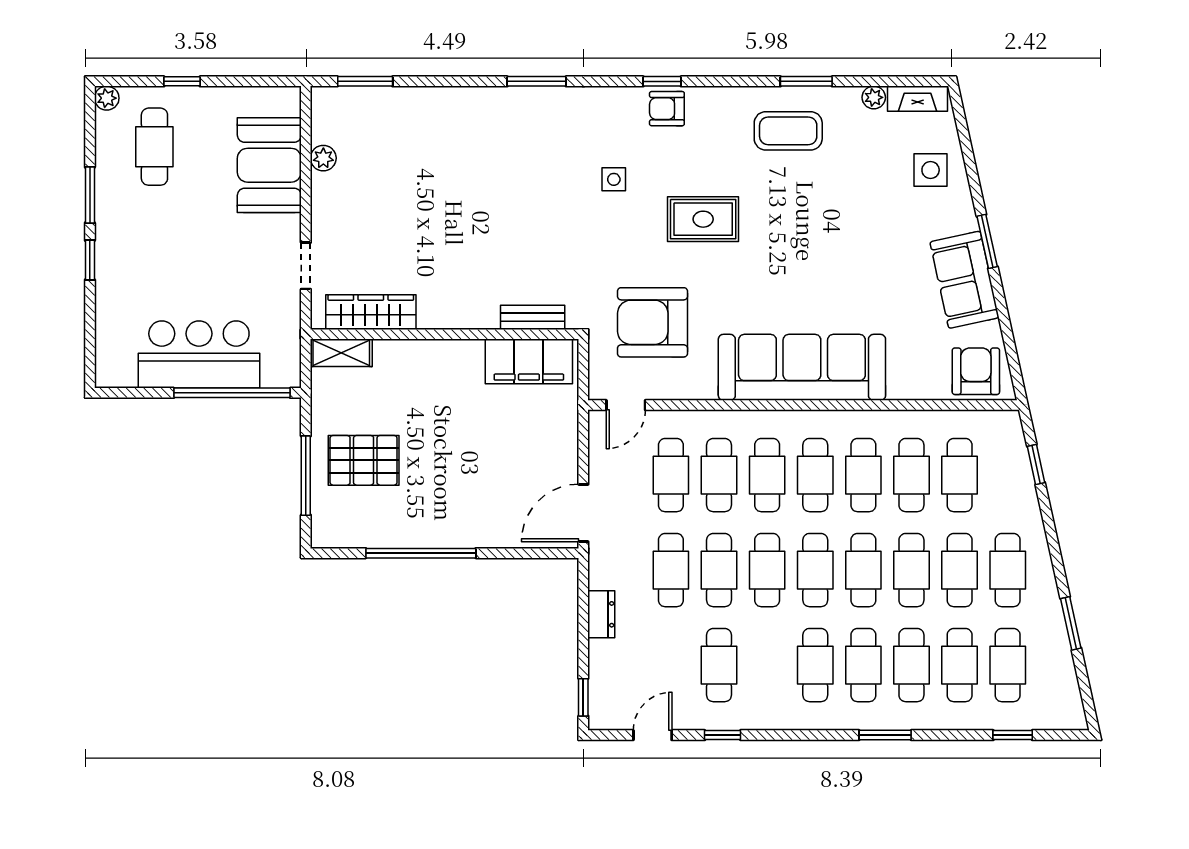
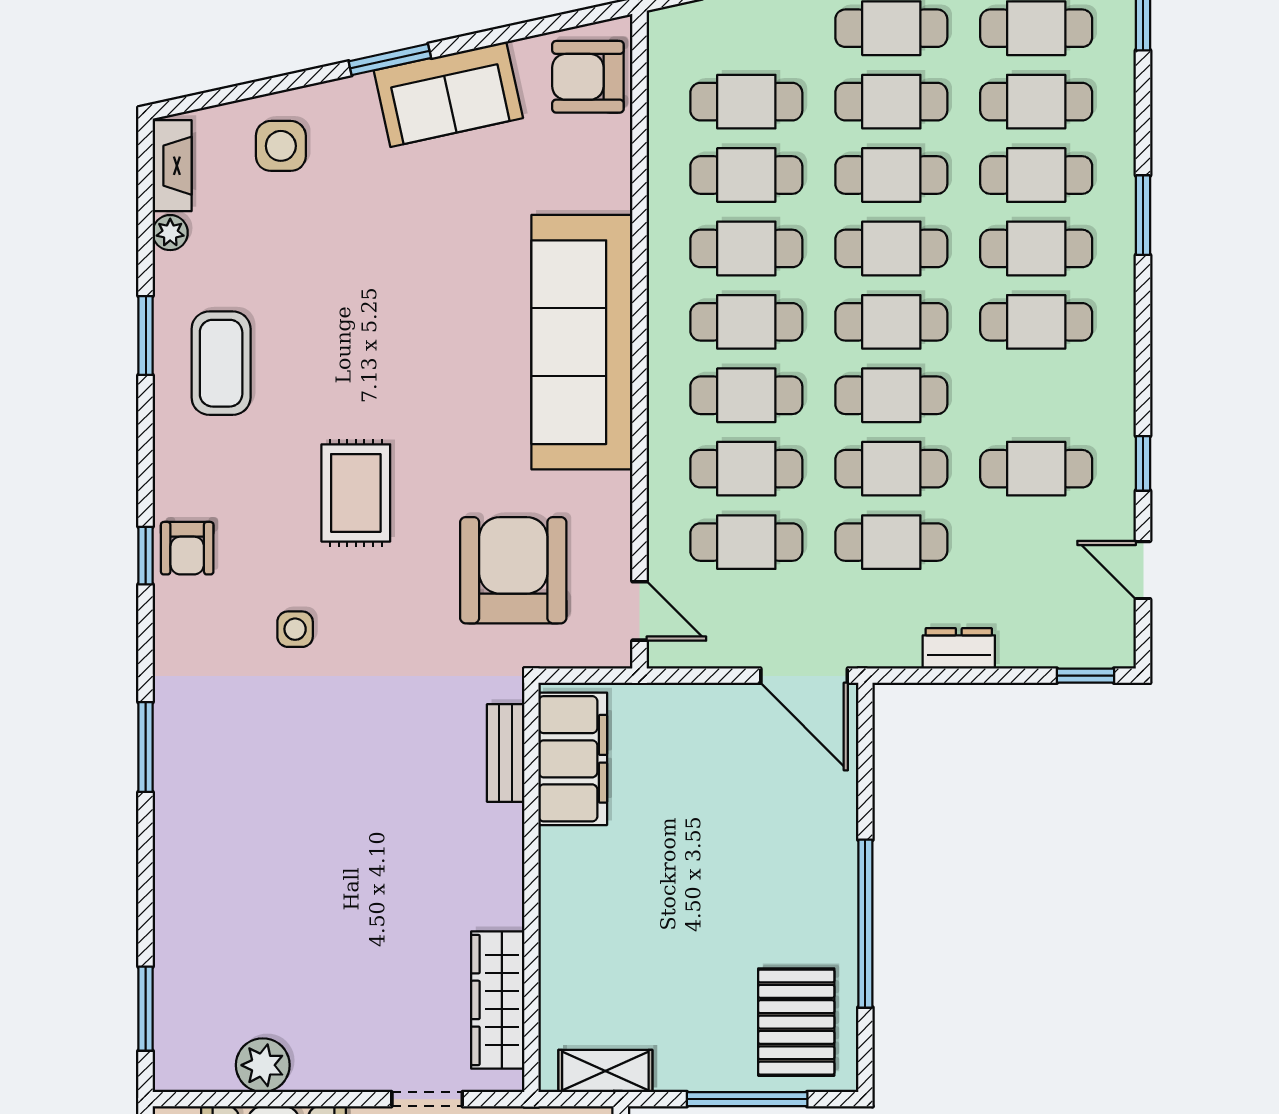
plant: (323, 158) -> (263, 1065), width x1.38, depth x1.38
armchair: (652, 322) -> (513, 570), turned 180
shelving: (341, 353) -> (605, 1071), moved, turned 90
pallet: (364, 460) -> (796, 1022), moved

